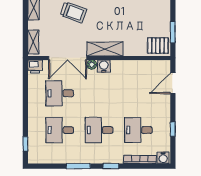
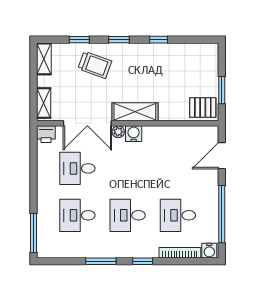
window: (173, 129) -> (222, 214), width x3.17
window: (25, 144) -> (33, 233), width x2.17

